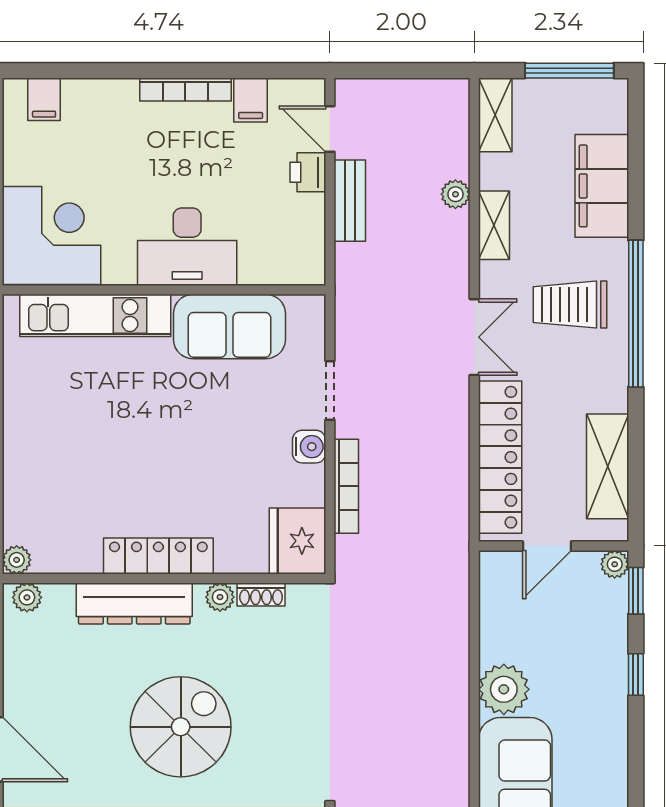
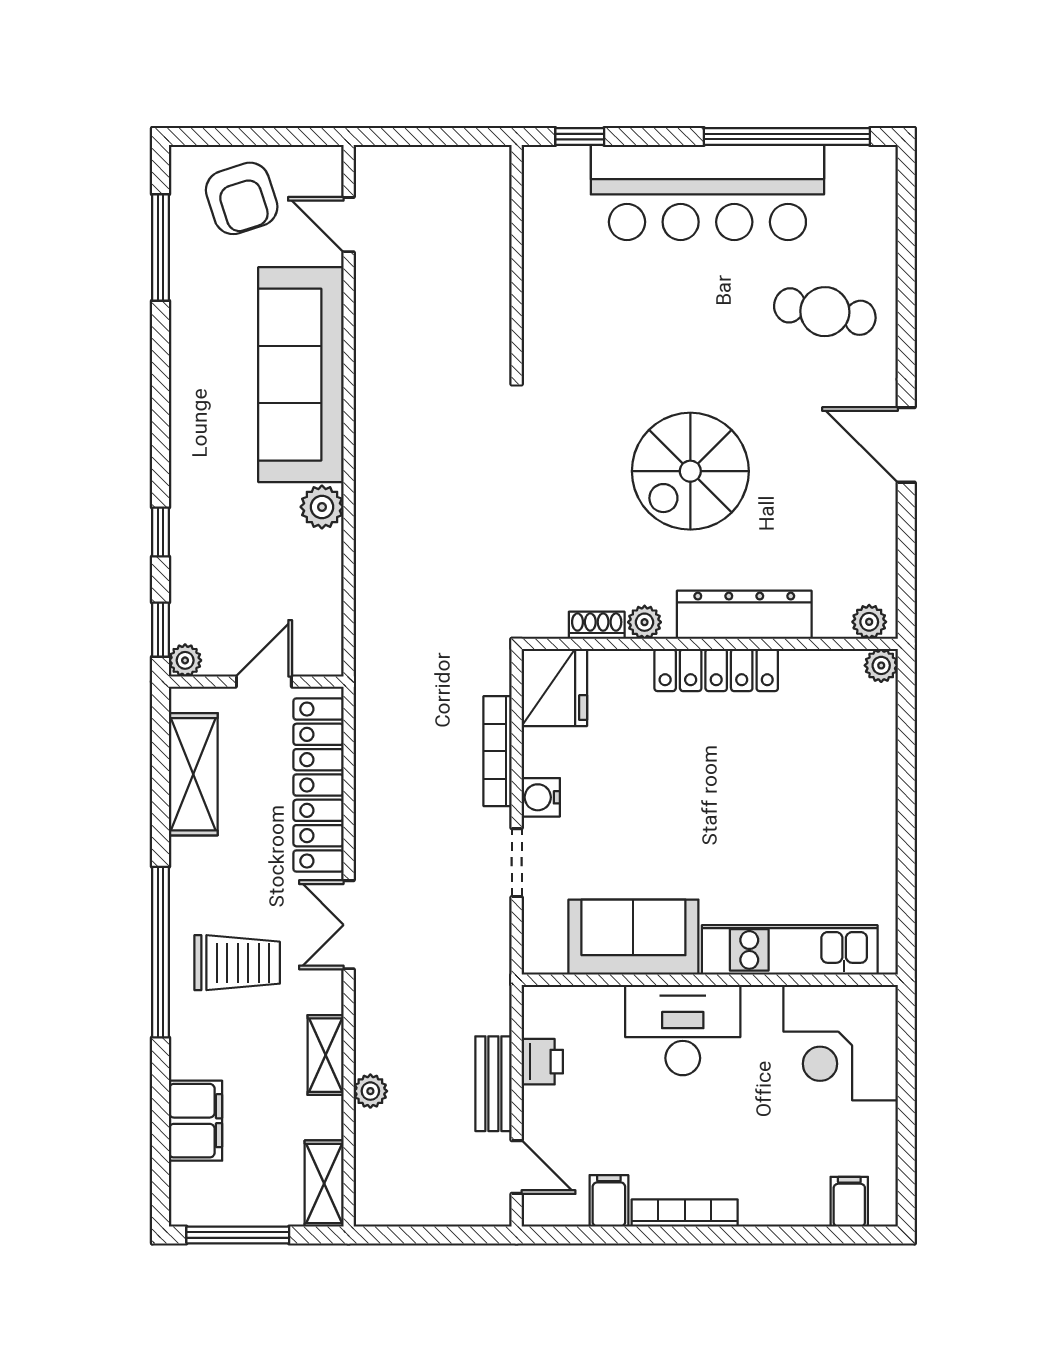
printer: (308, 172) -> (542, 1062), moved
filing cabinet: (602, 186) -> (196, 1121), width x0.67, depth x0.86
plant: (504, 689) -> (322, 507), width x0.73, depth x0.73

